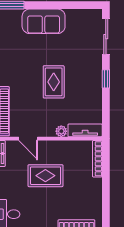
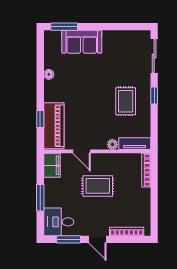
sofa: (44, 21) -> (82, 42), moved
rug: (54, 82) -> (126, 101), moved

